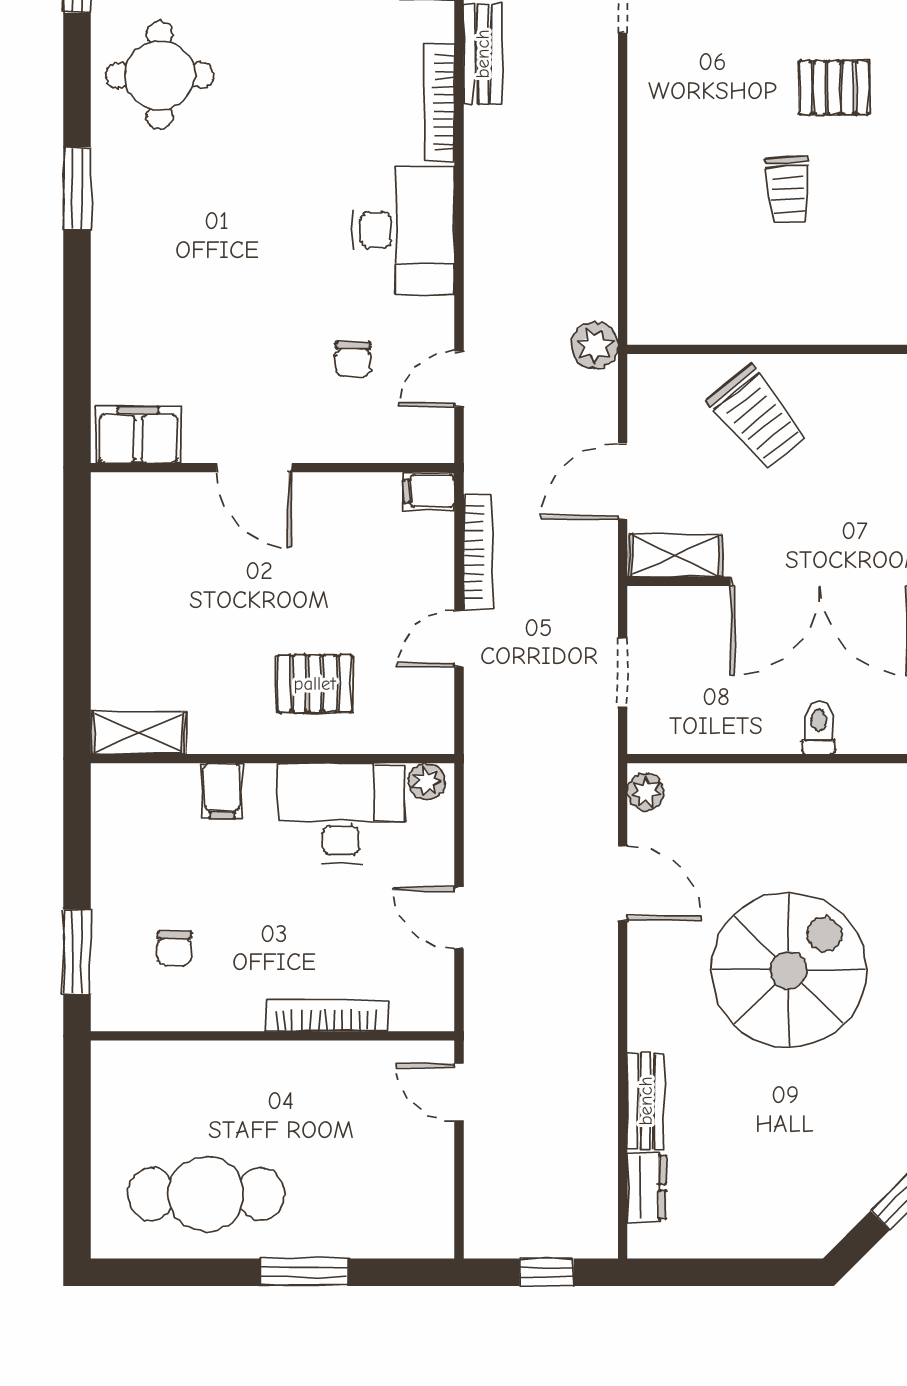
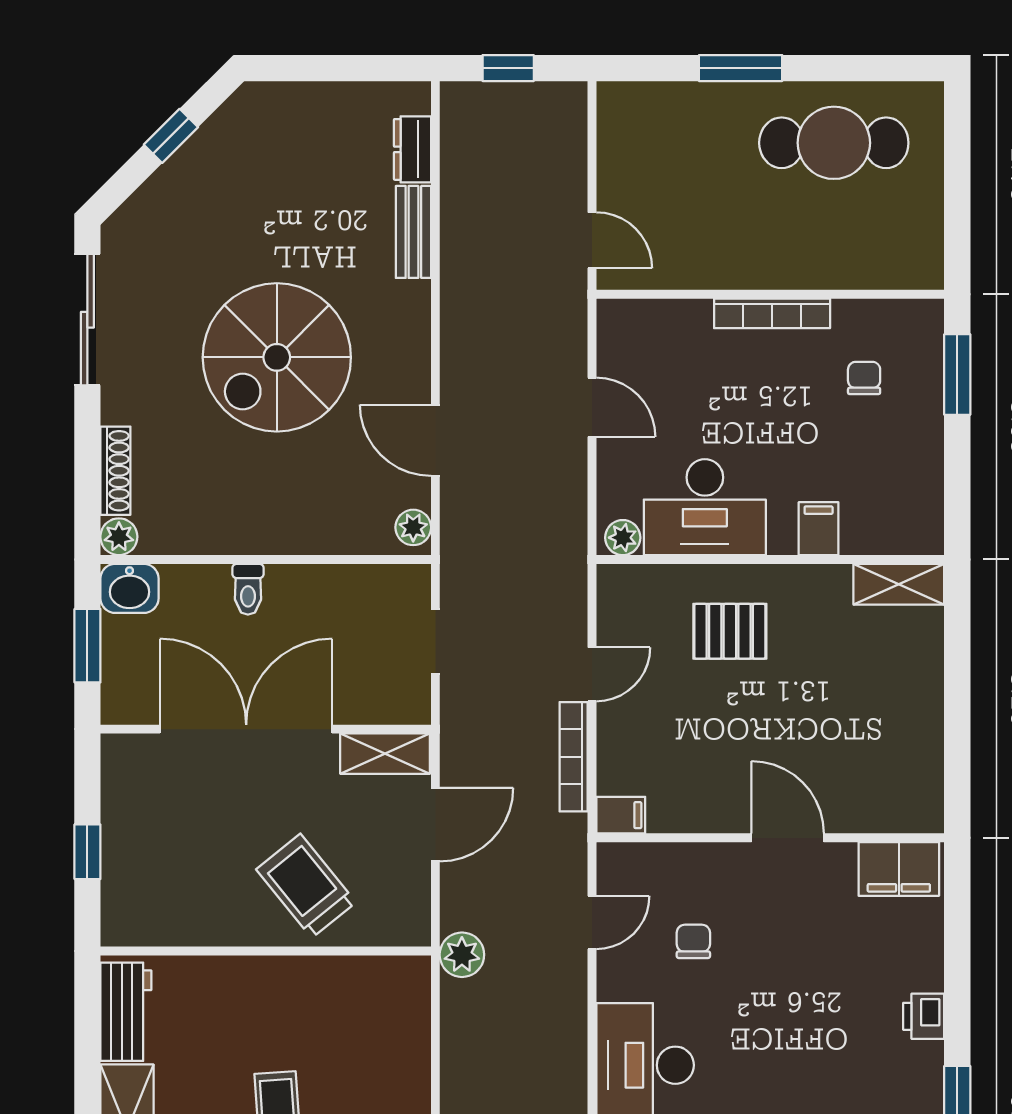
printer: (112, 281) -> (924, 1016), added
bookcase: (326, 1016) -> (772, 313), moved

